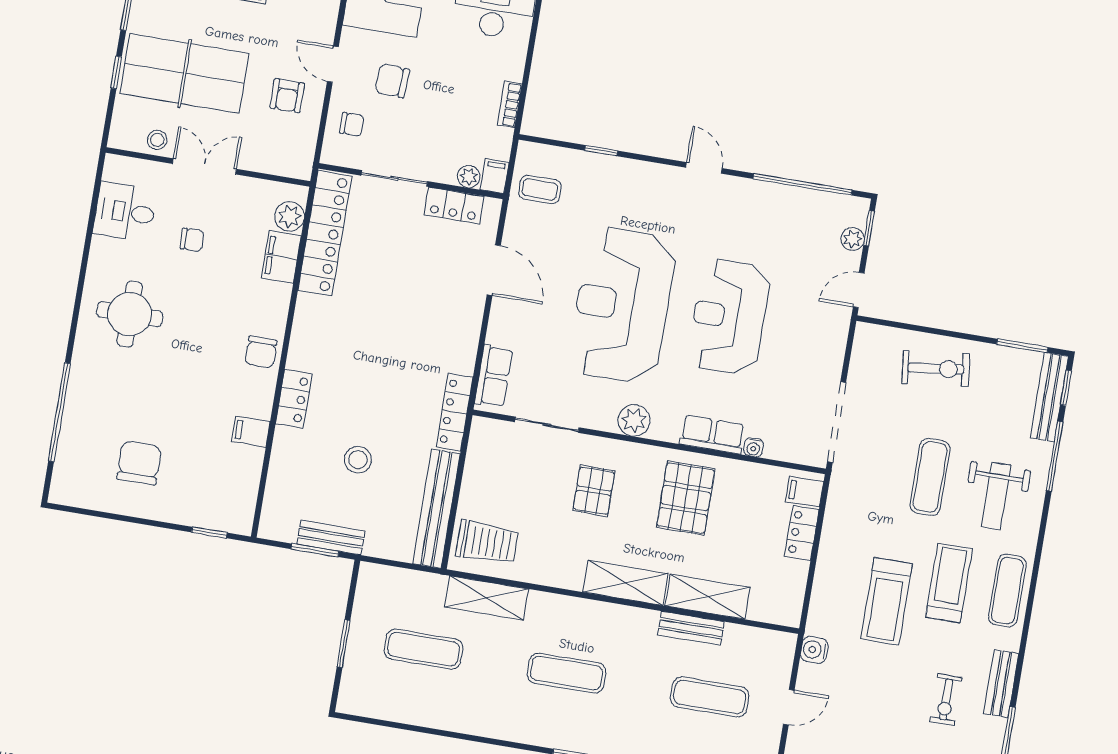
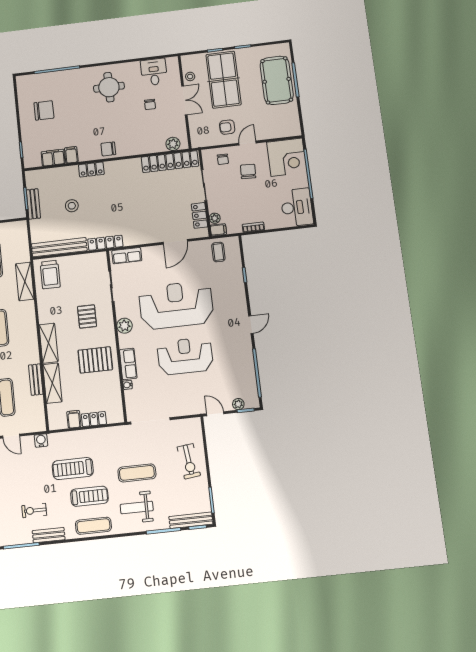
filing cabinet: (281, 257) -> (53, 158), moved
pallet: (594, 491) -> (87, 316), turned 90
filing cabinet: (805, 492) -> (74, 419), moved

